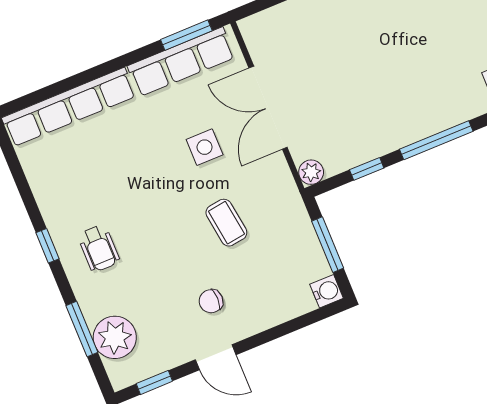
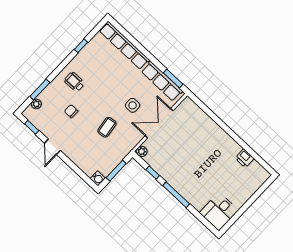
window: (48, 246) -> (81, 46), moved
wheelchair: (99, 248) -> (74, 82), turned 90
chair: (211, 301) -> (71, 111), moved
plant: (115, 337) -> (36, 104), width x0.53, depth x0.53

